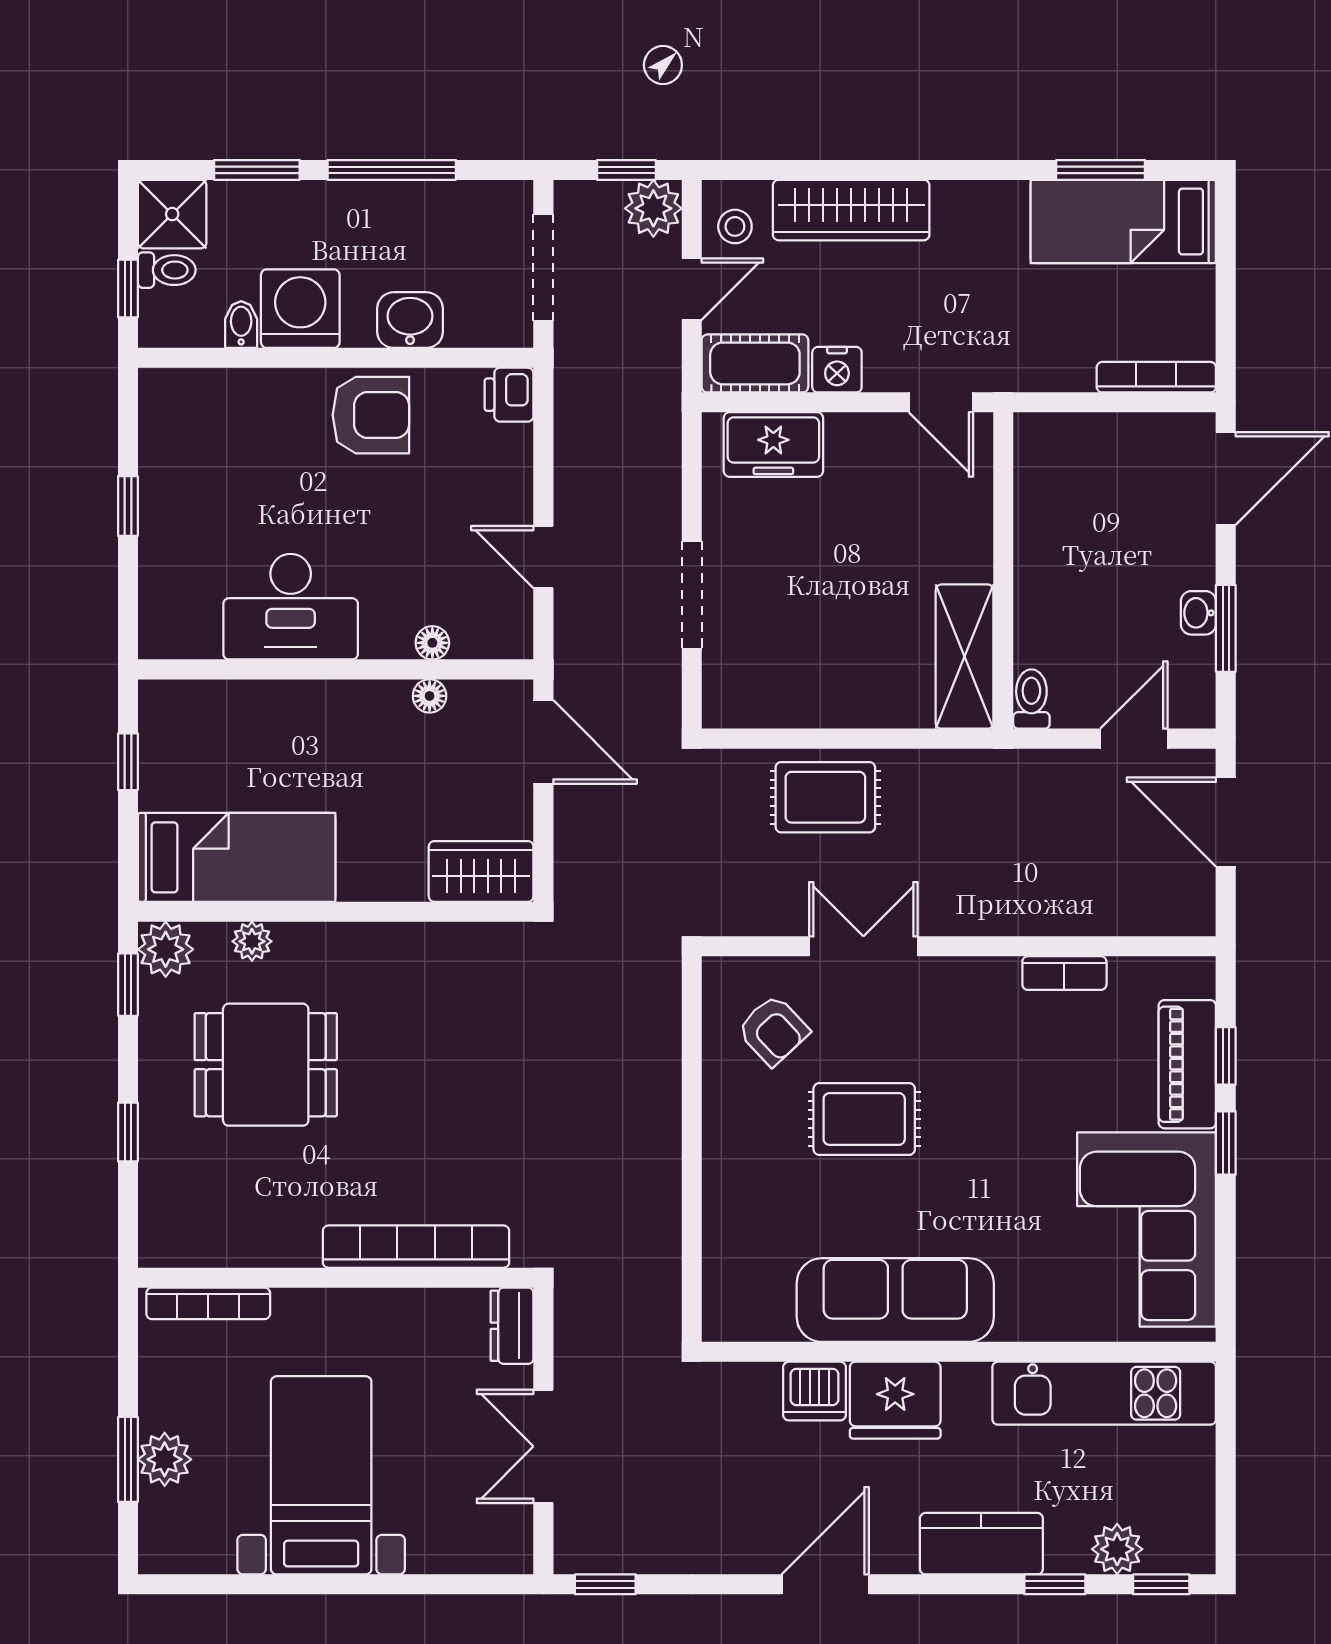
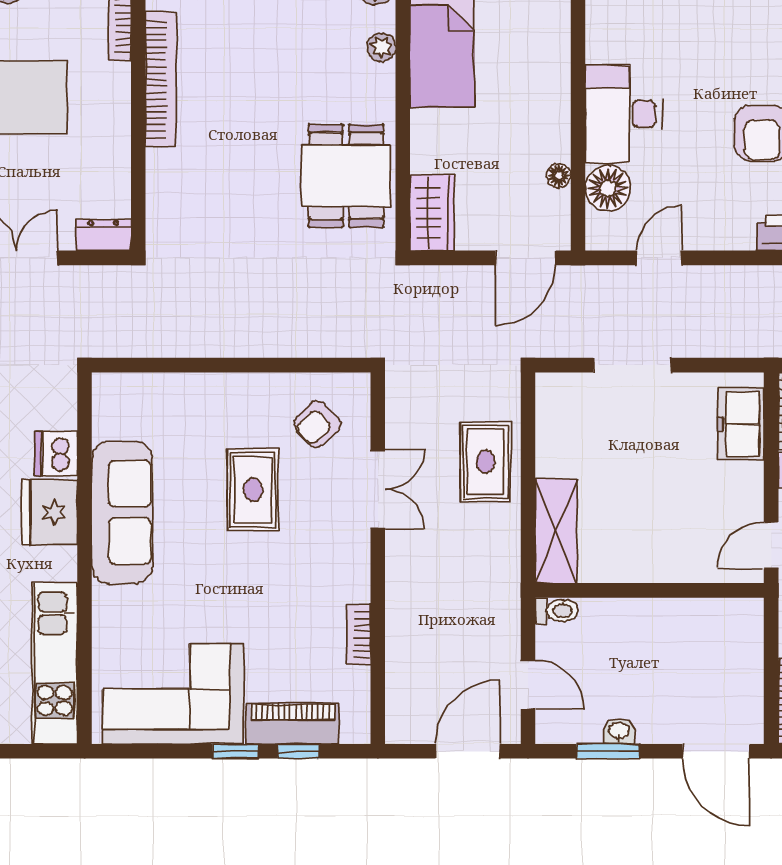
desk: (291, 607) -> (623, 114), moved
floor lamp: (432, 643) -> (608, 188), width x1.89, depth x1.89
shelving: (965, 657) -> (556, 531), moved, turned 90
dining table: (266, 1065) -> (346, 176), moved
bookcase: (416, 1247) -> (161, 80), moved

